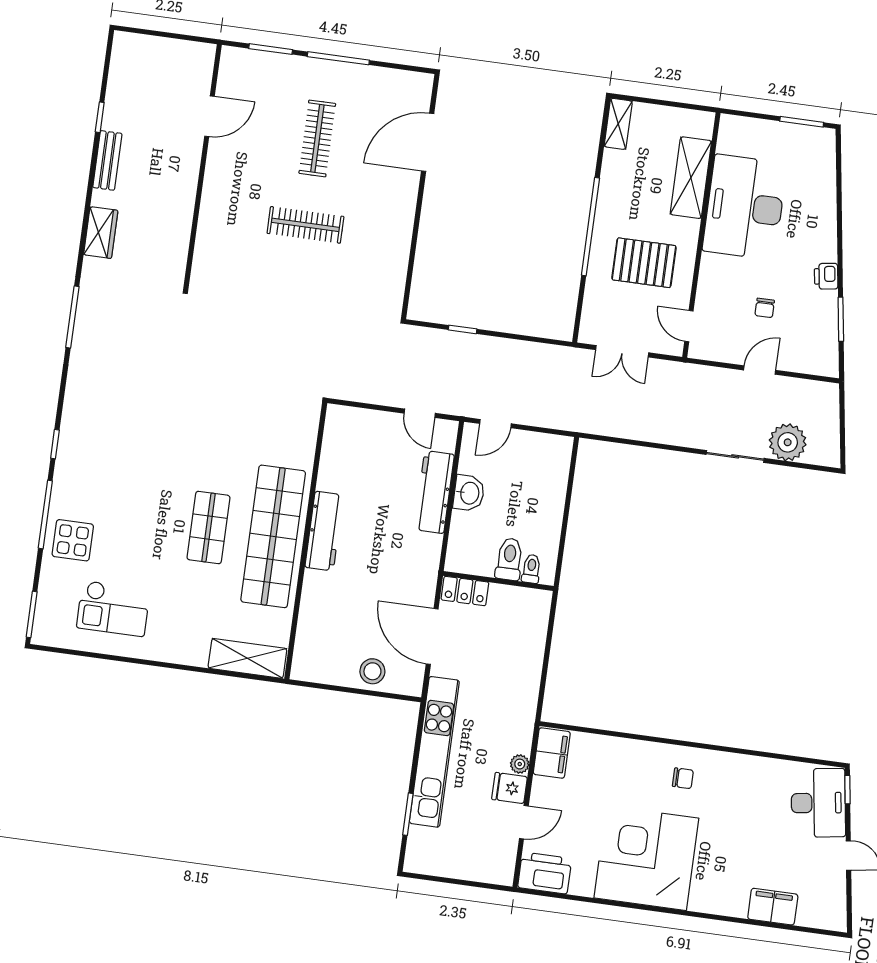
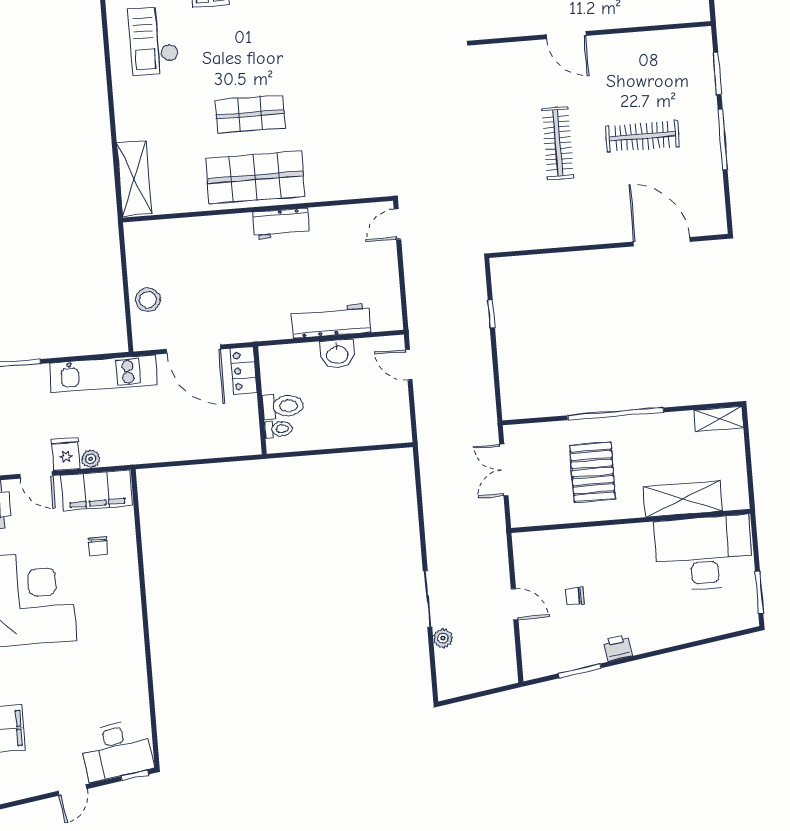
door: (209, 116) -> (566, 35), moved
desk: (745, 207) -> (704, 553), moved
door: (689, 326) -> (542, 528), removed
door: (420, 413) -> (397, 224), moved
plant: (788, 442) -> (443, 638), width x0.53, depth x0.53
workbench: (324, 531) -> (281, 224), width x0.73
shop shelf: (273, 536) -> (255, 177), width x0.71
door: (432, 636) -> (194, 349), swing flipped
kitchen unit: (434, 752) -> (104, 374), width x0.73
filing cabinet: (552, 753) -> (97, 490), width x1.50, depth x1.17
chair: (683, 778) -> (98, 546), moved

